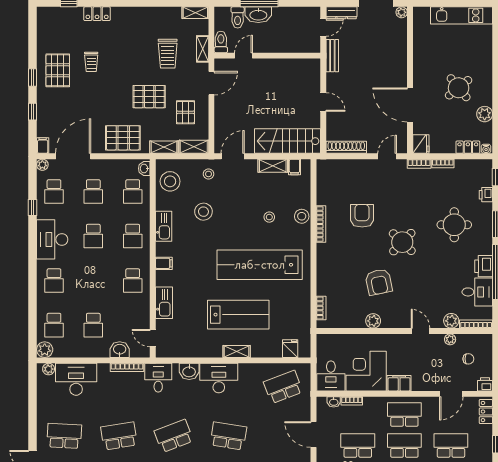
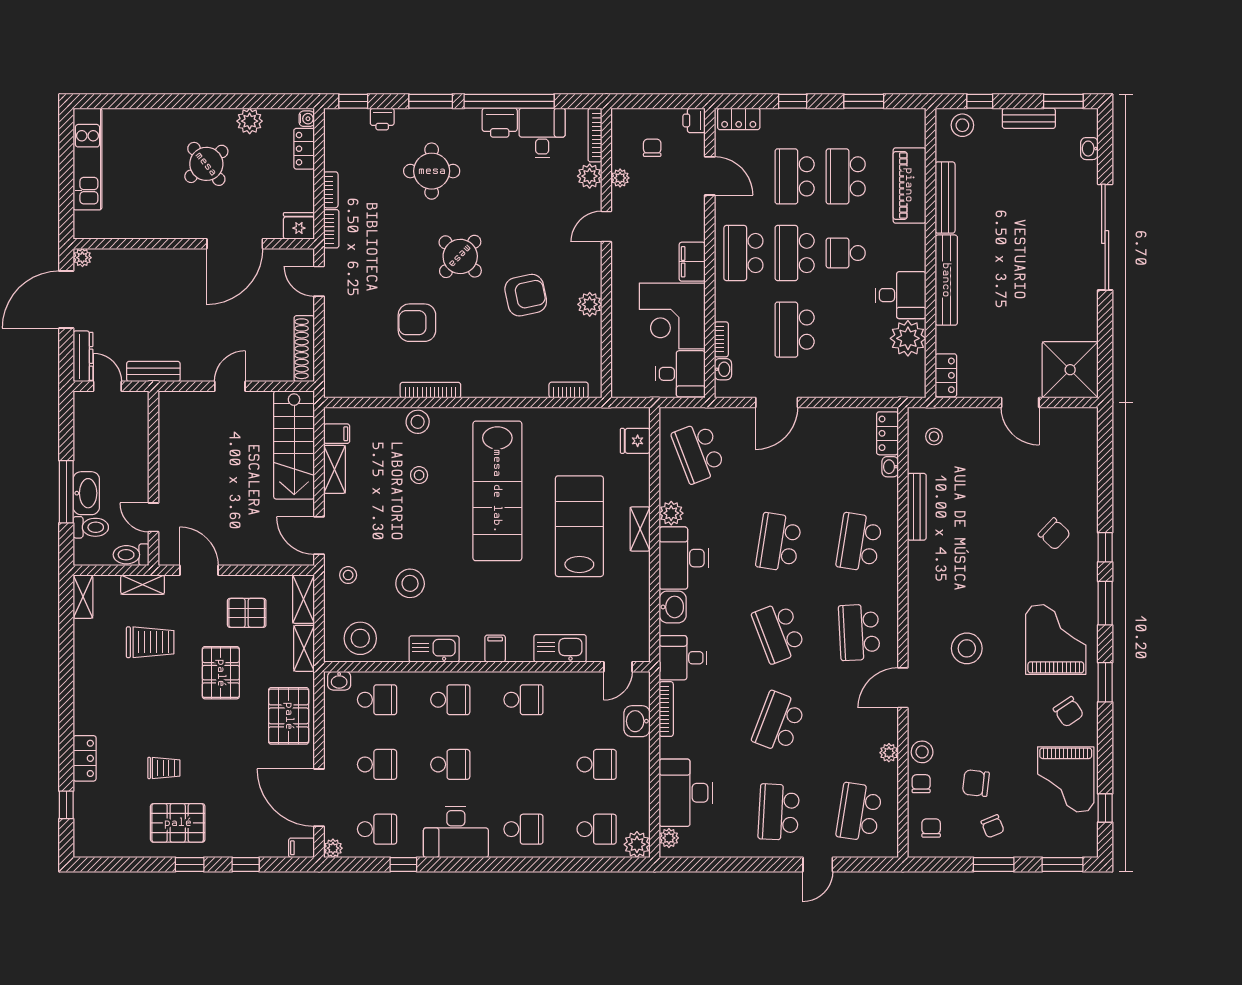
plant: (246, 370) -> (671, 513), added
school desk: (119, 436) -> (779, 722), turned 30

